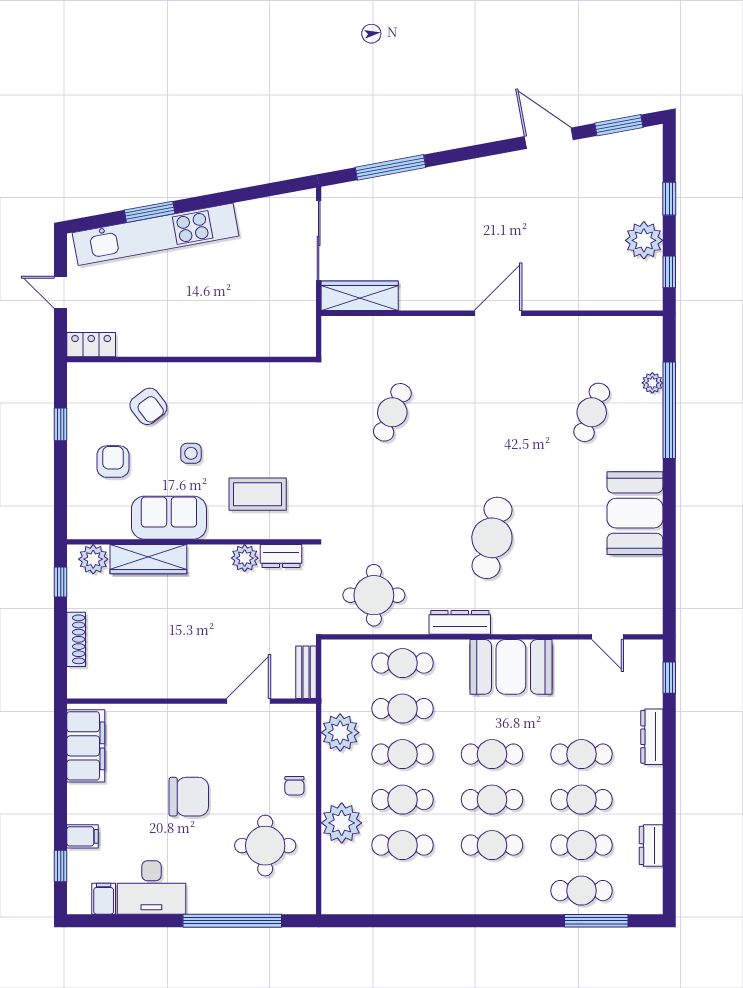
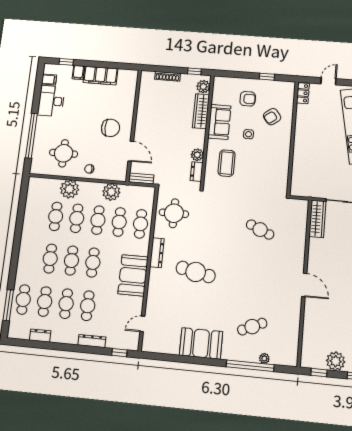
cafe table: (592, 412) -> (252, 327), turned -45
filing cabinet: (86, 746) -> (100, 76), moved
chair: (189, 797) -> (110, 128), moved, turned -90

